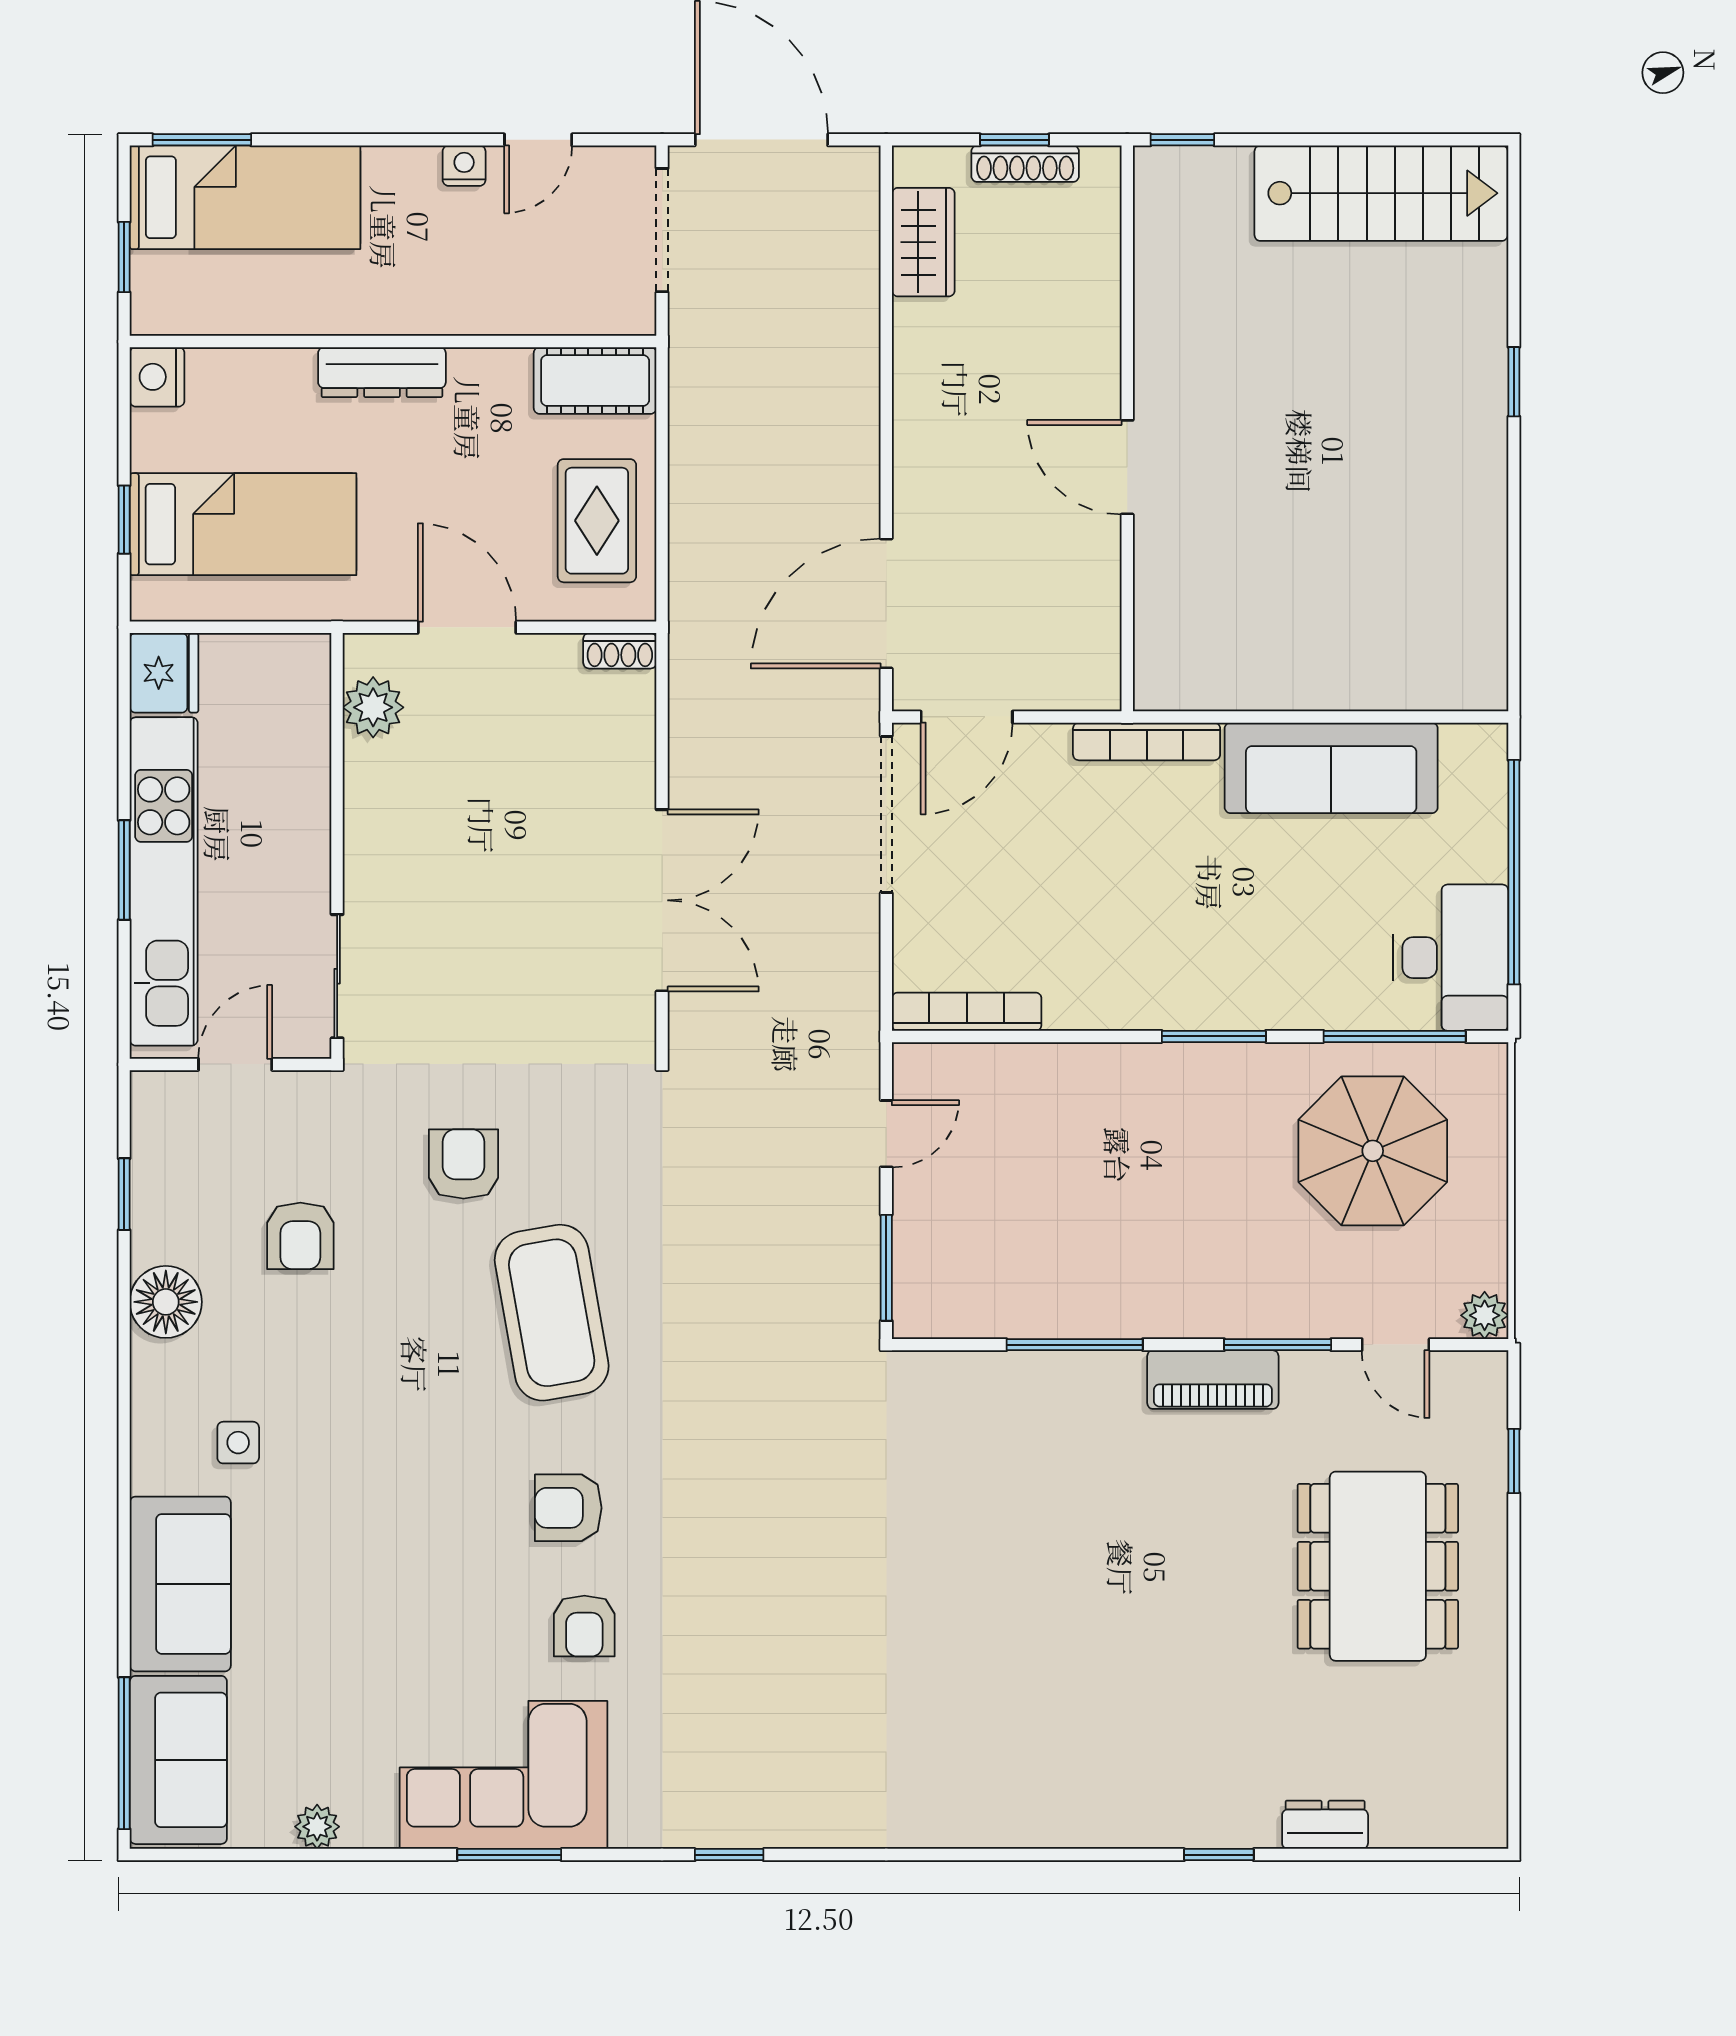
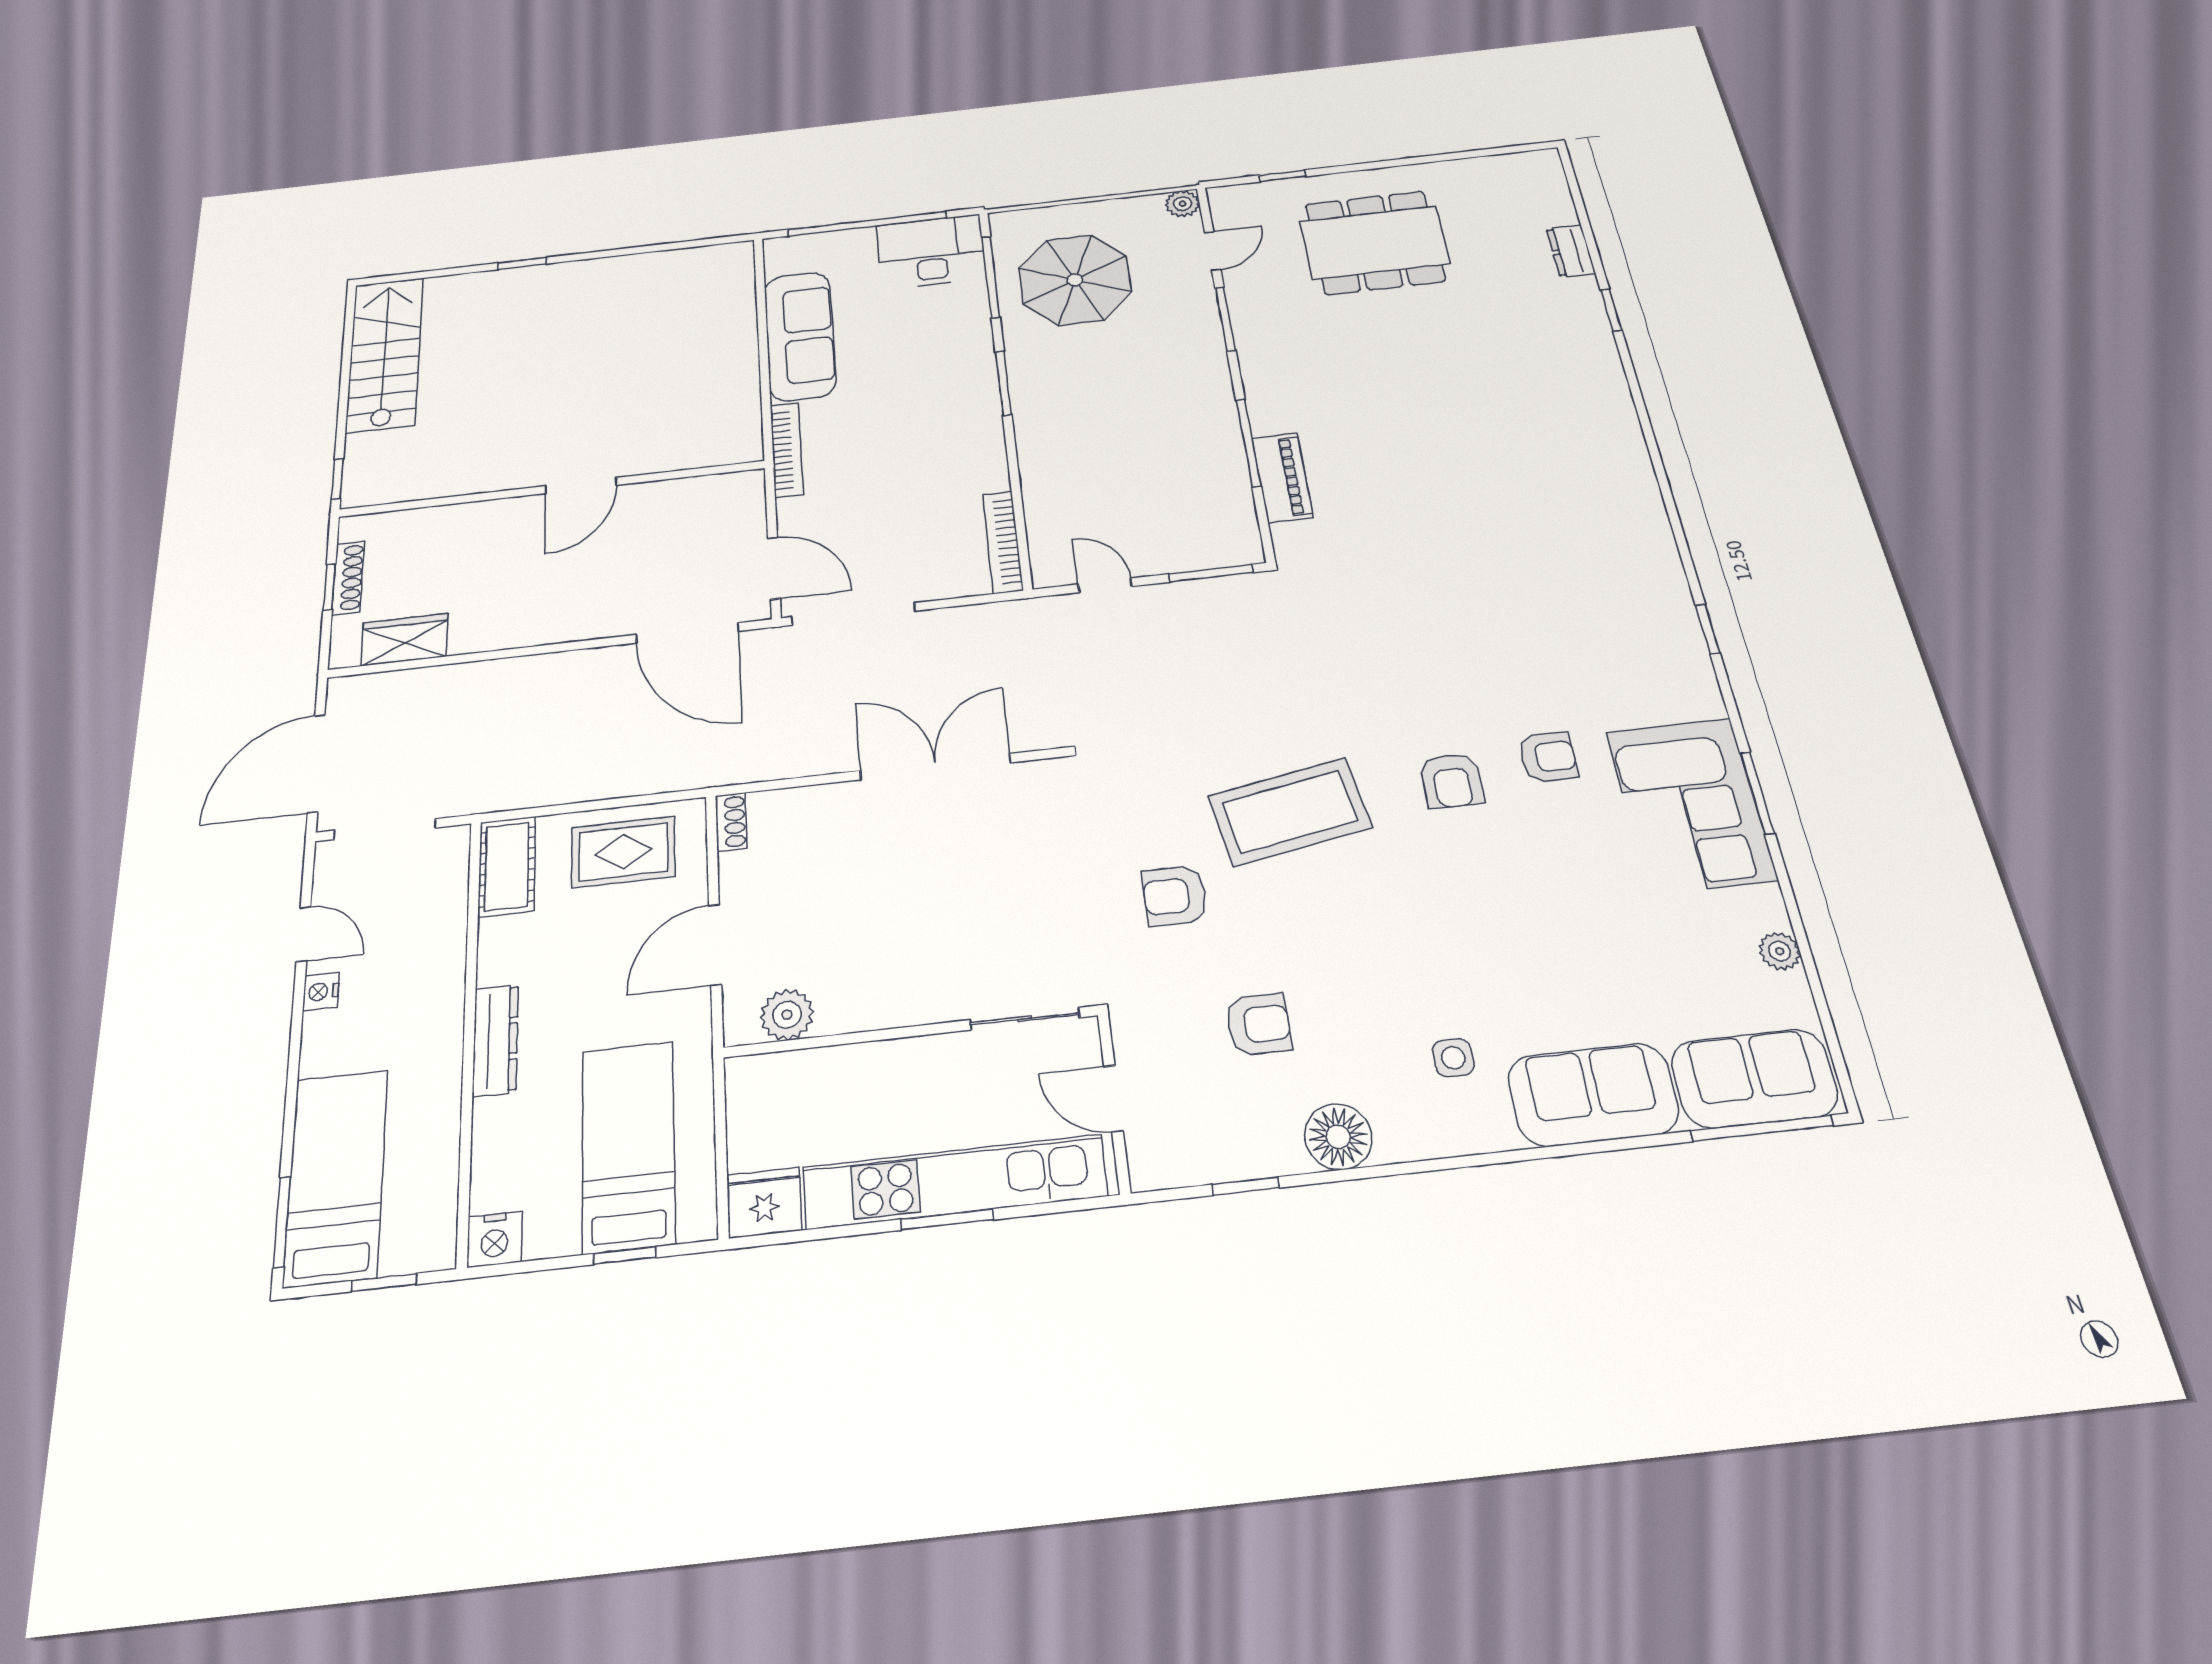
piano: (1213, 1380) -> (1282, 477), moved

